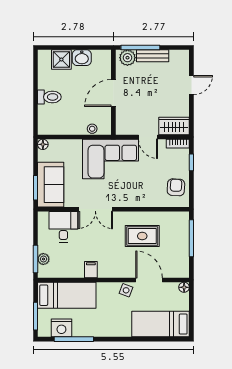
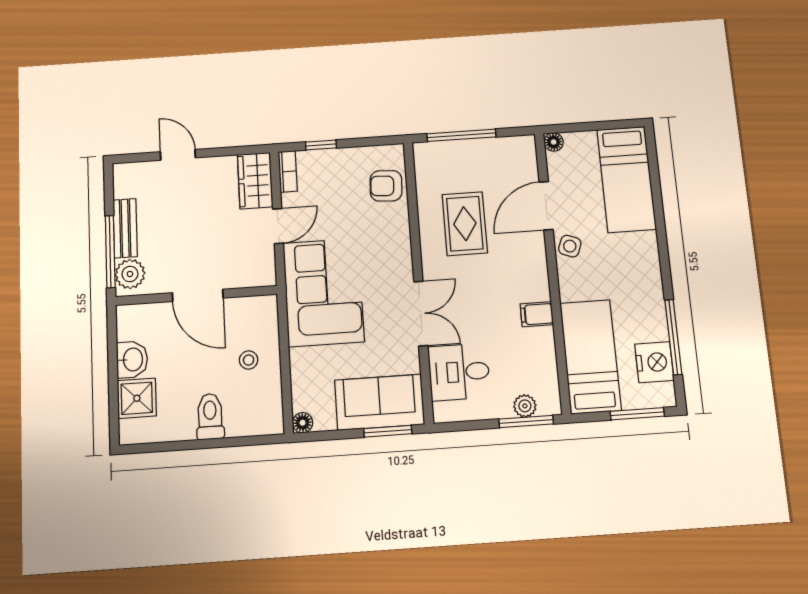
stool: (92, 129) -> (249, 360), moved
armchair: (176, 187) -> (386, 186), moved

